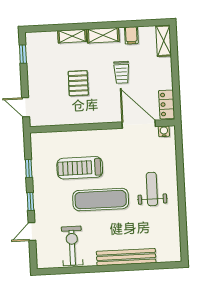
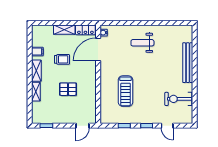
shelving: (164, 41) -> (64, 30), moved
exercise mat: (101, 200) -> (148, 78), removed

